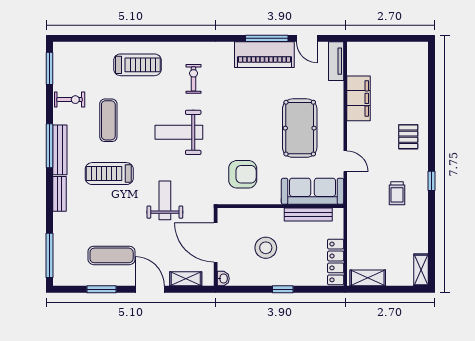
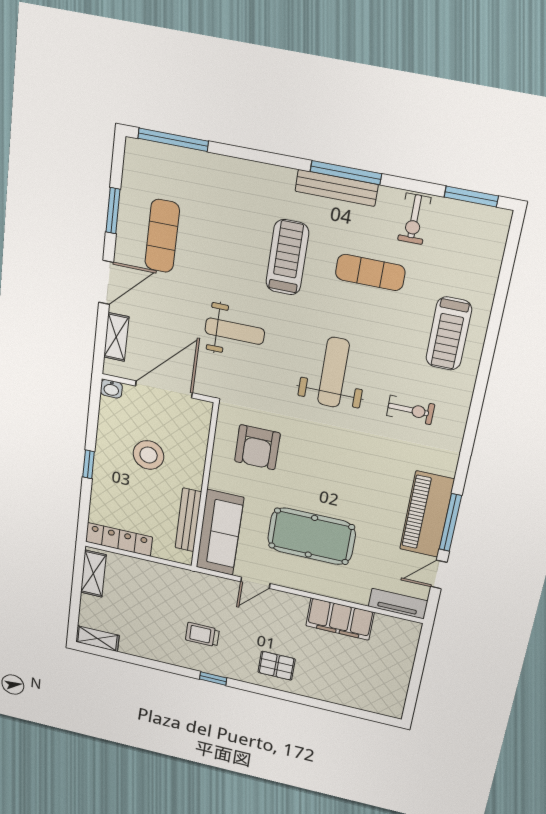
bench: (59, 194) -> (267, 174), removed

